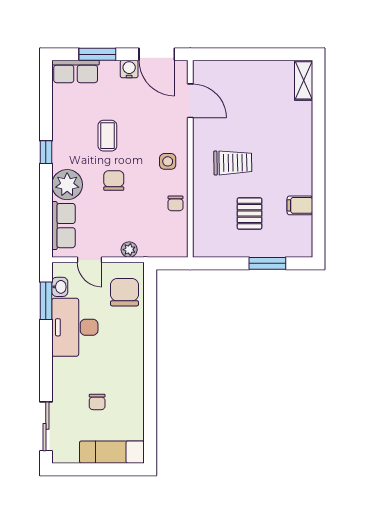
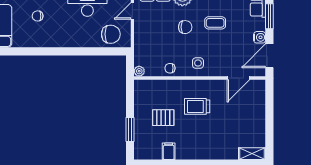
trolley: (233, 163) -> (197, 106), turned 91
plant: (129, 250) -> (139, 71), moved

